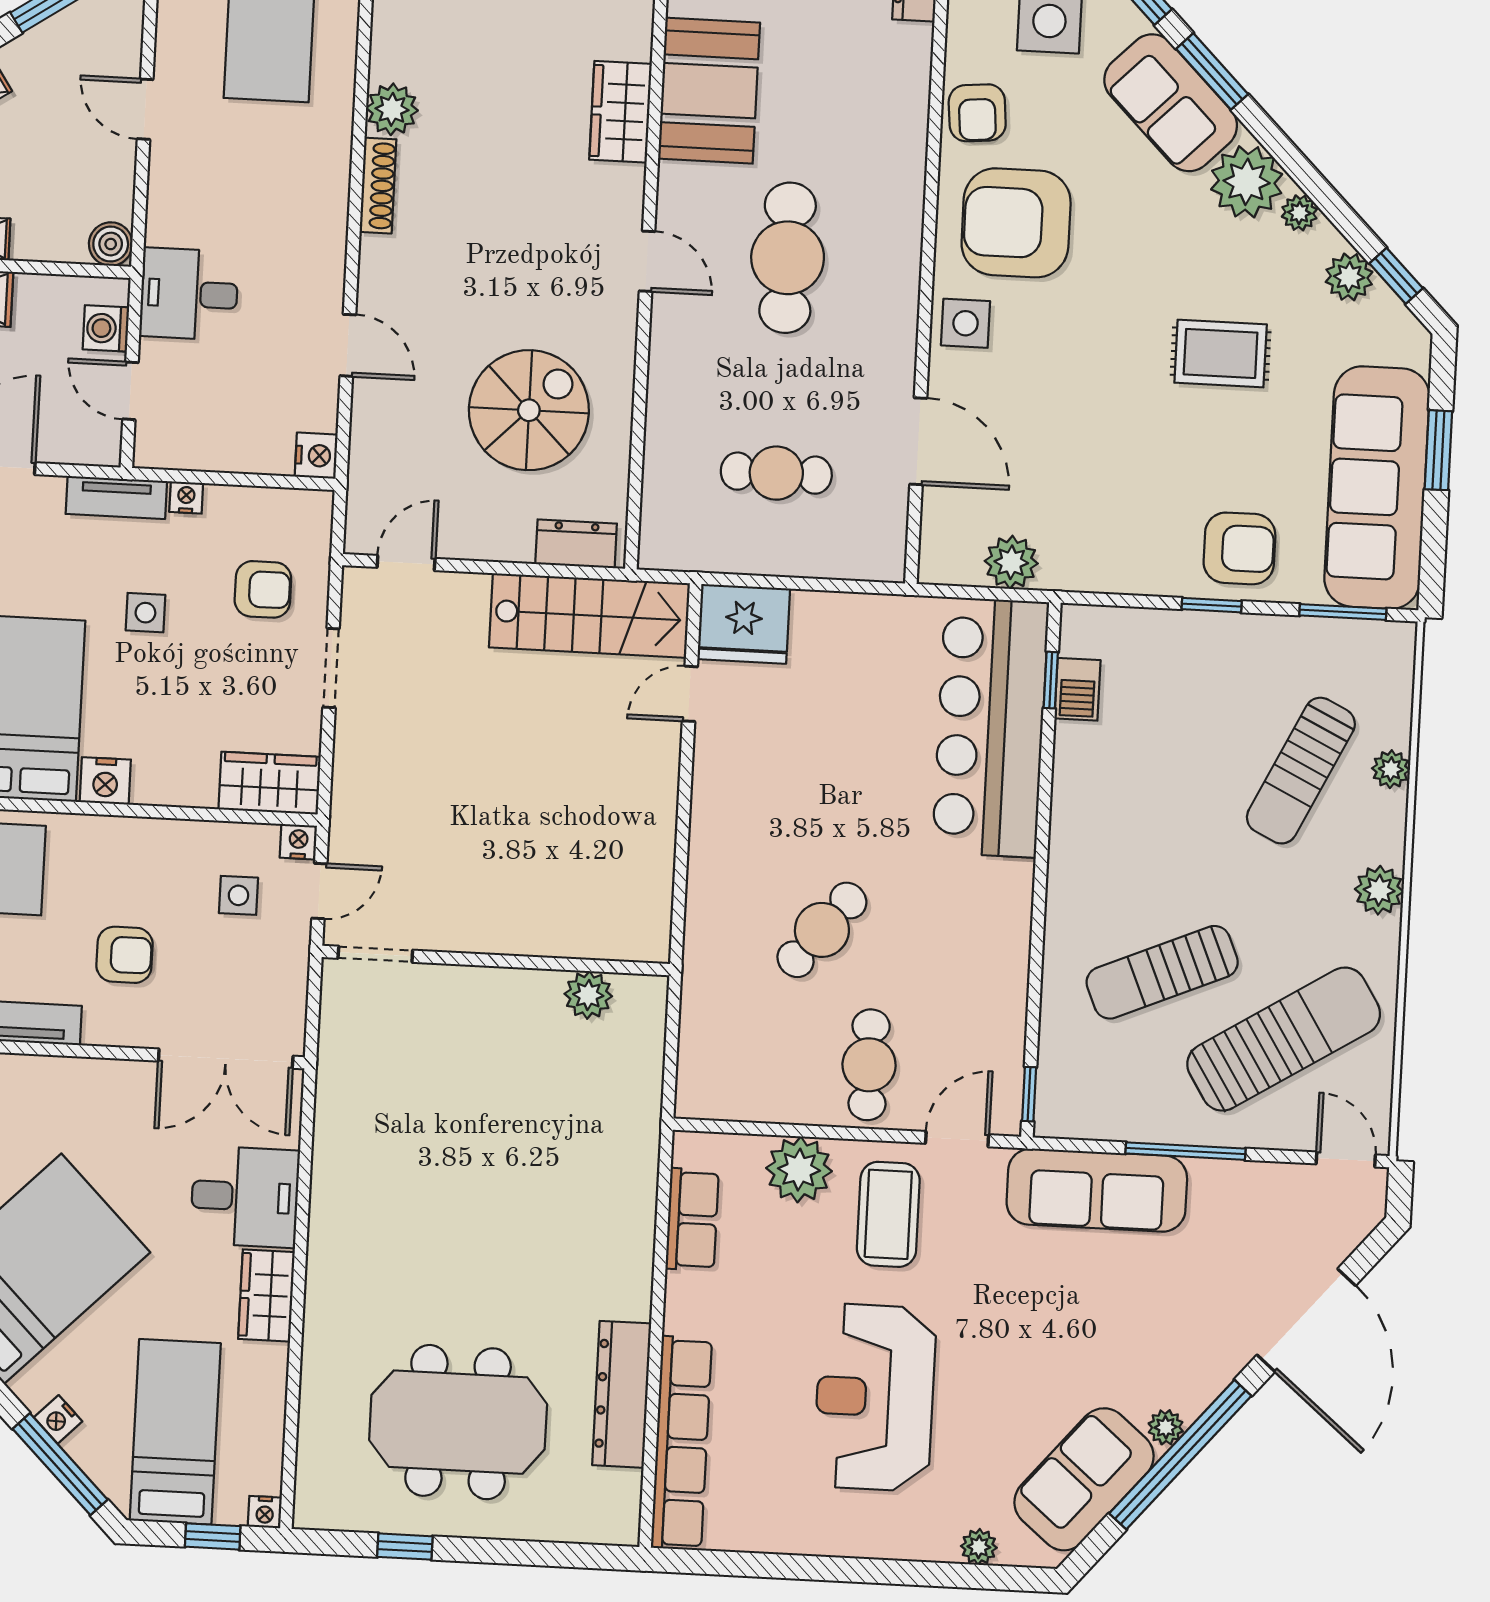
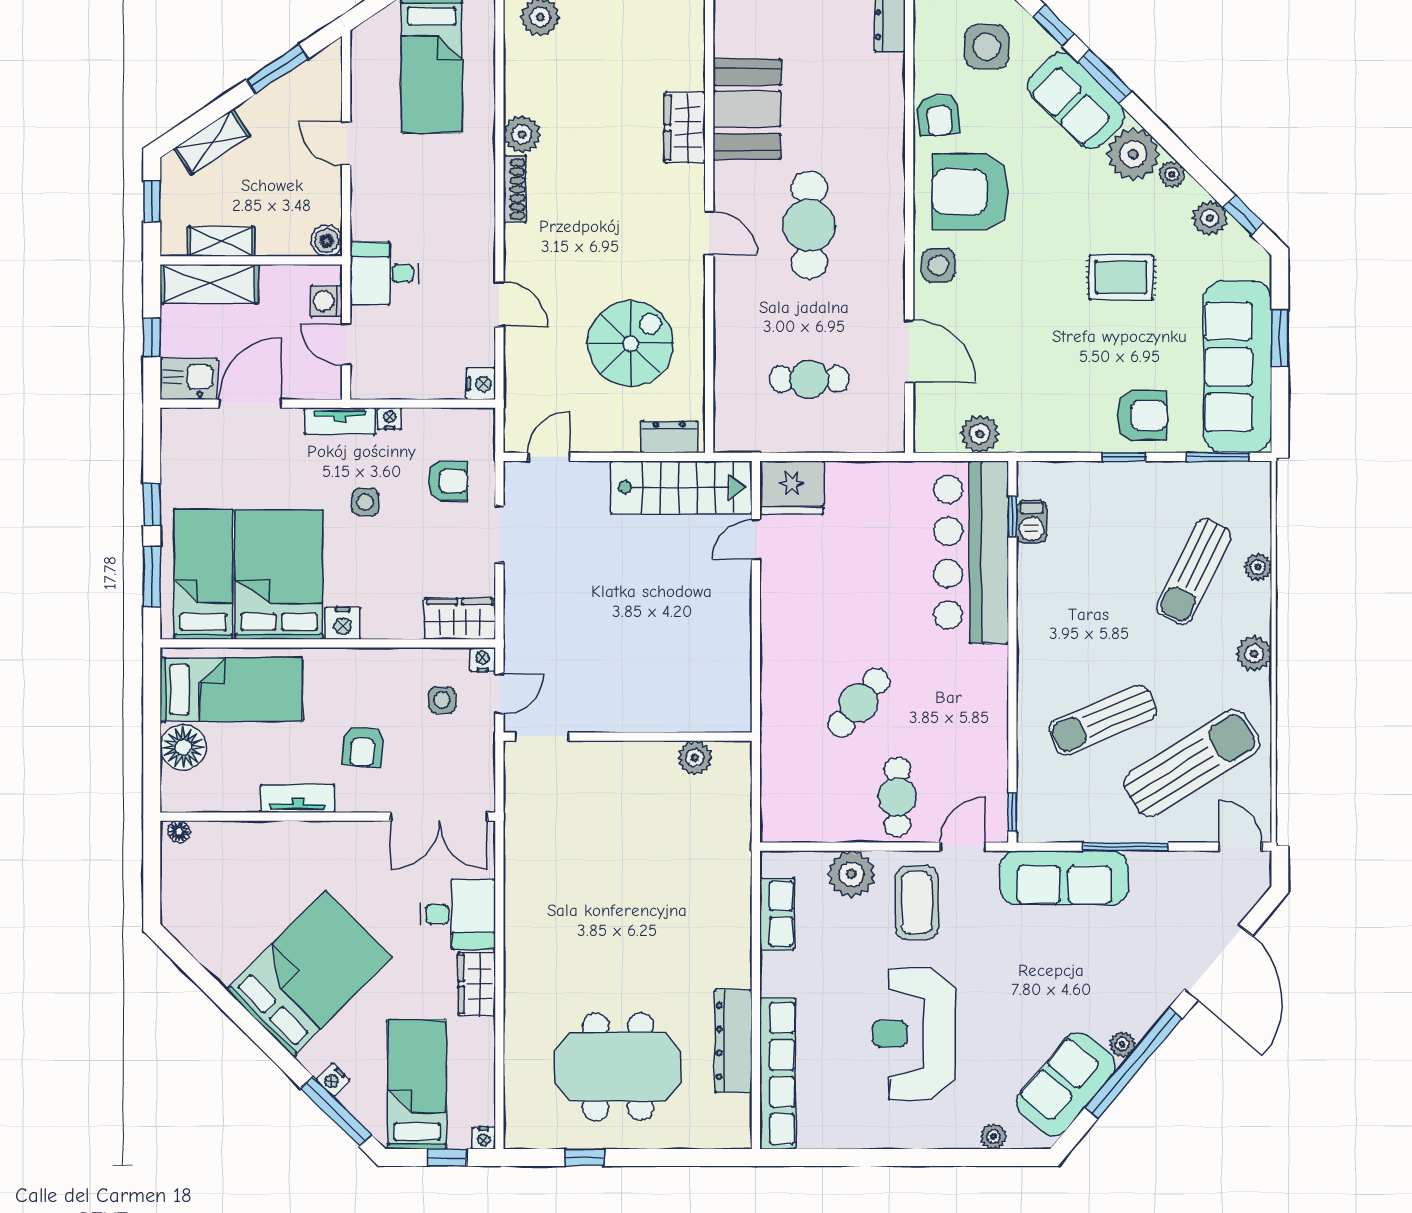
armchair: (125, 955) -> (363, 746), turned 95

